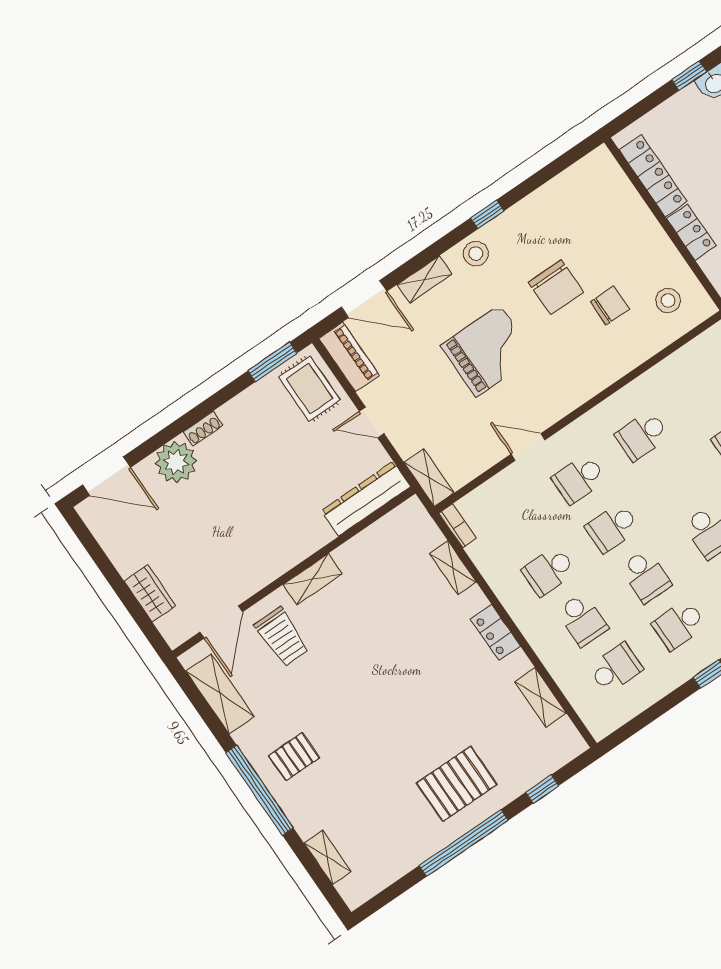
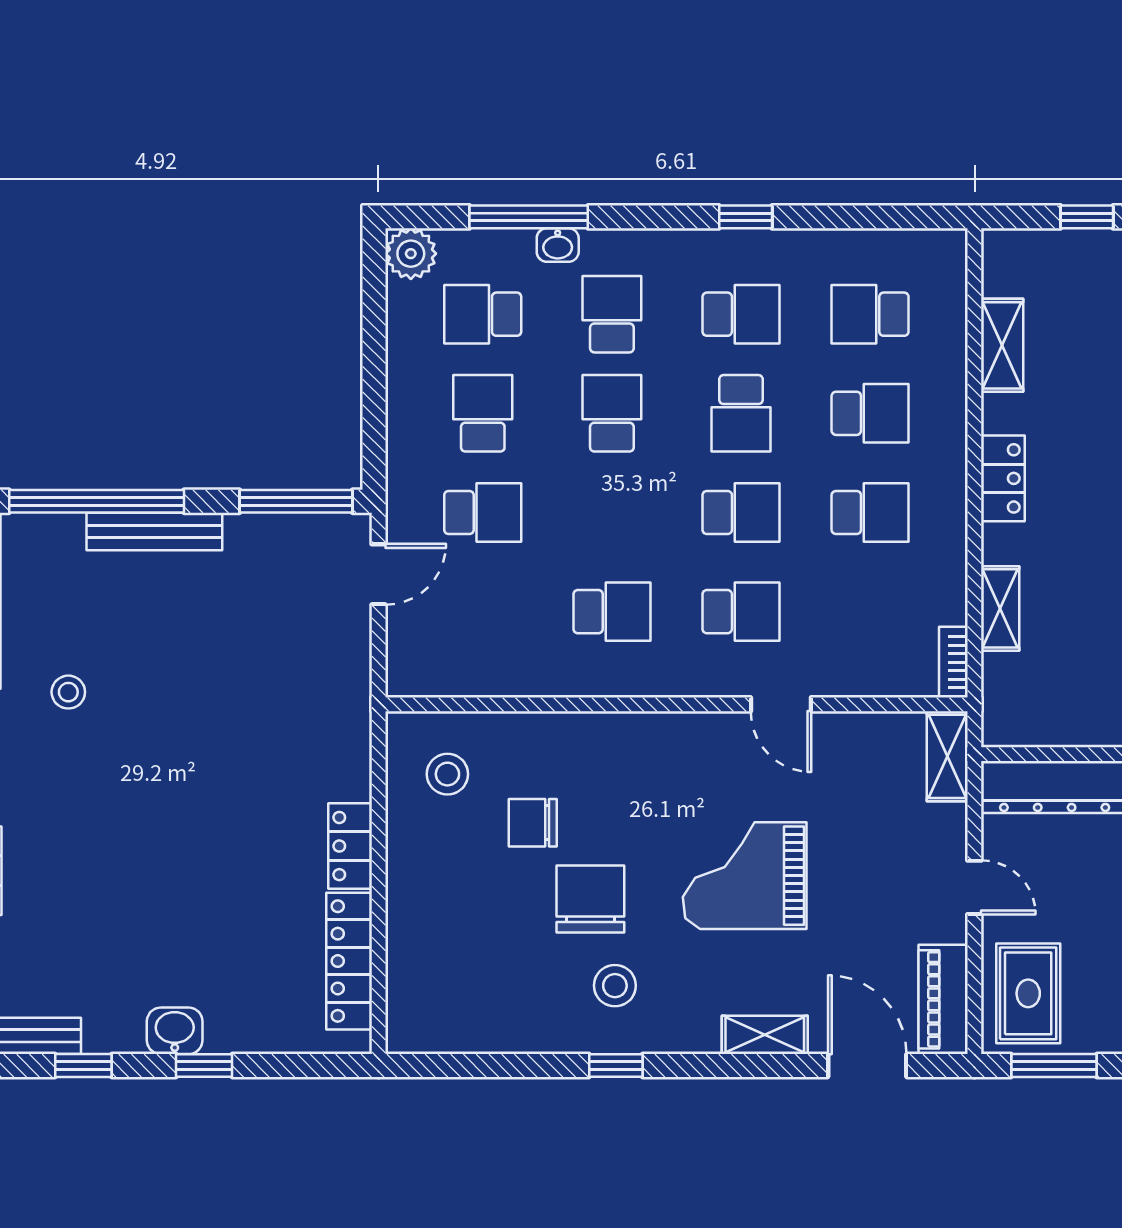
stool: (476, 254) -> (615, 986), moved
school desk: (646, 576) -> (741, 413), turned 180
school desk: (582, 620) -> (870, 413), turned 90

